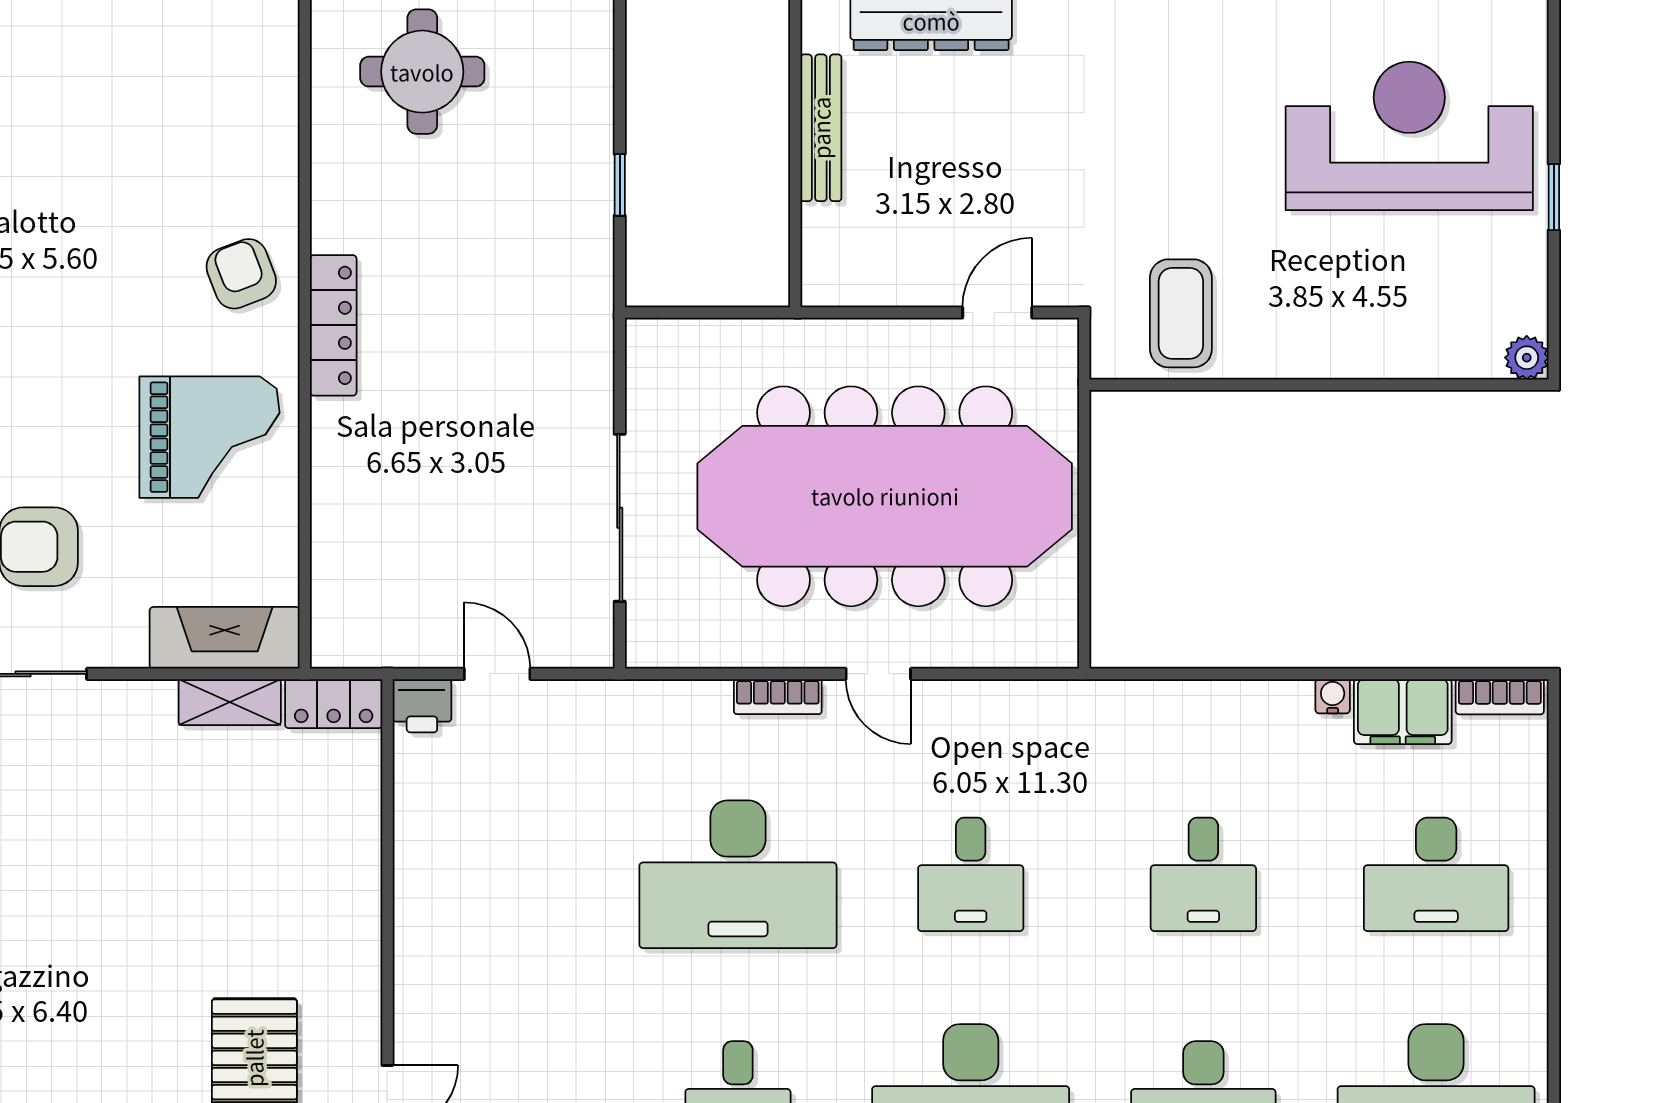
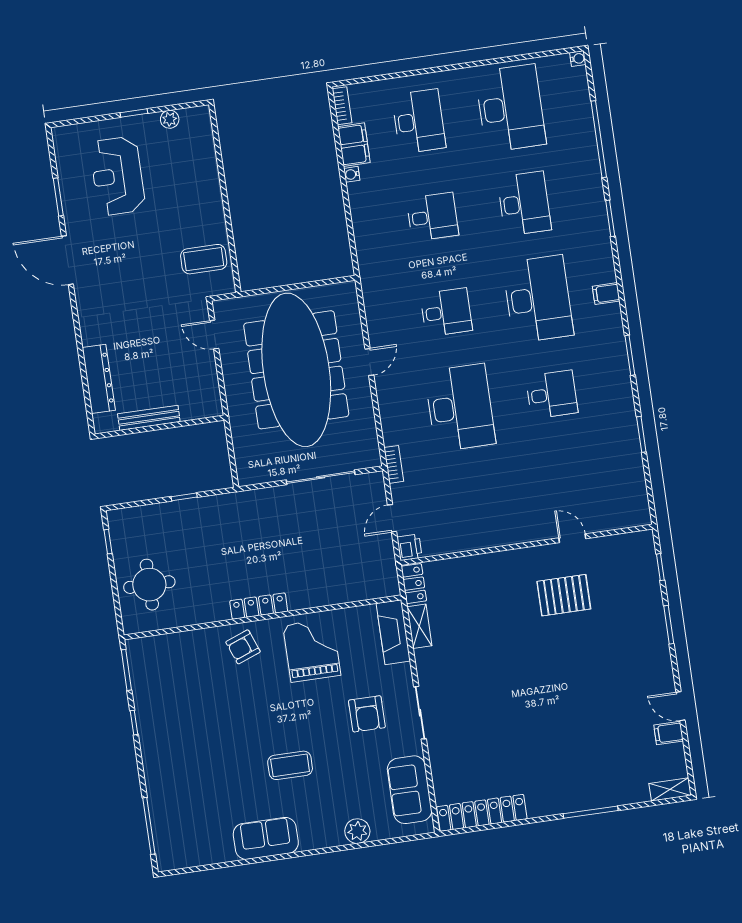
reception desk: (1409, 136) -> (117, 176), width x0.74, depth x0.77
plant: (1527, 358) -> (170, 119), moved
bookcase: (778, 697) -> (394, 464), moved

